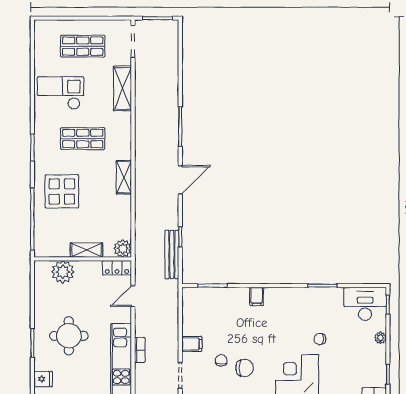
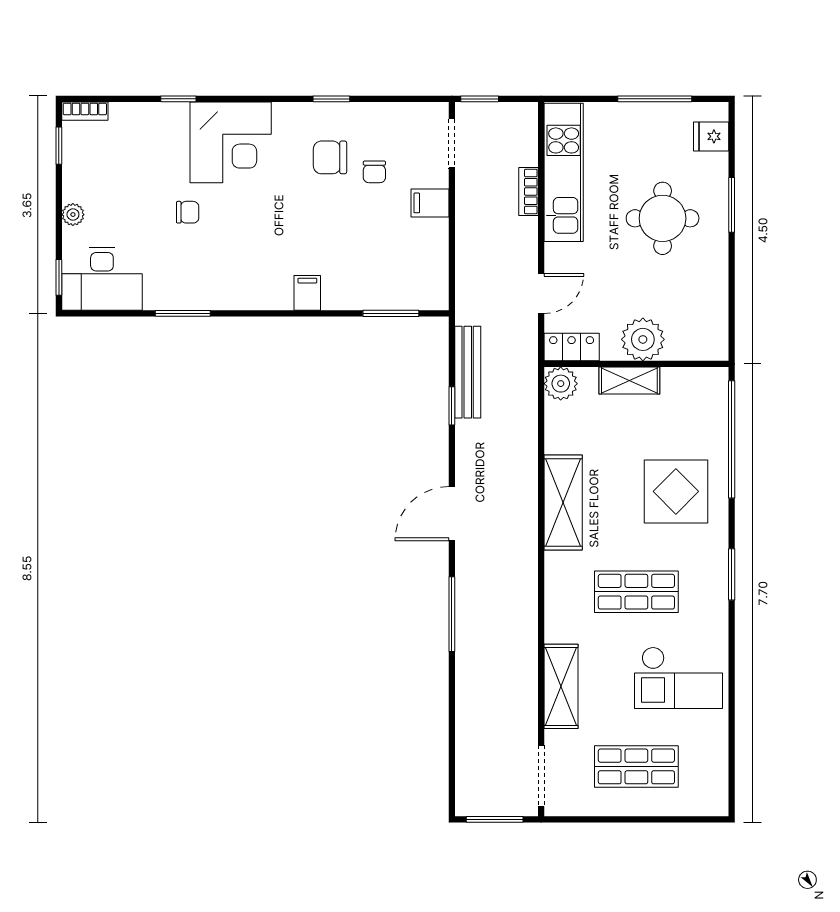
shelving: (124, 177) -> (563, 502), width x1.50, depth x1.33
plant: (63, 272) -> (643, 339), moved

